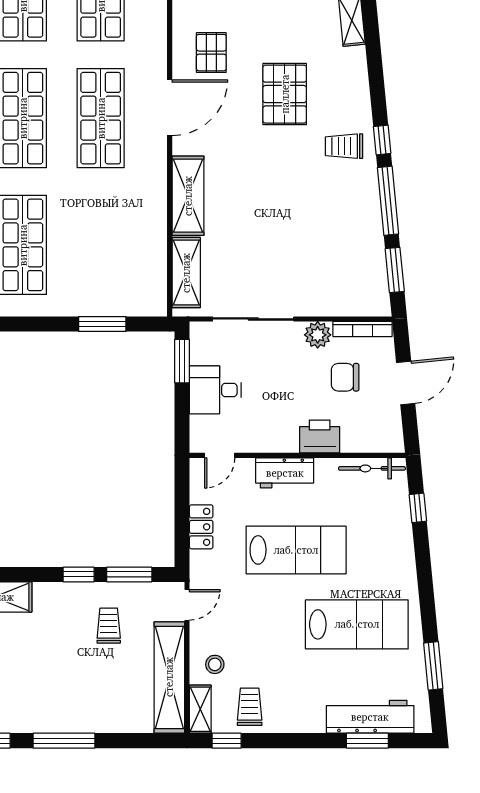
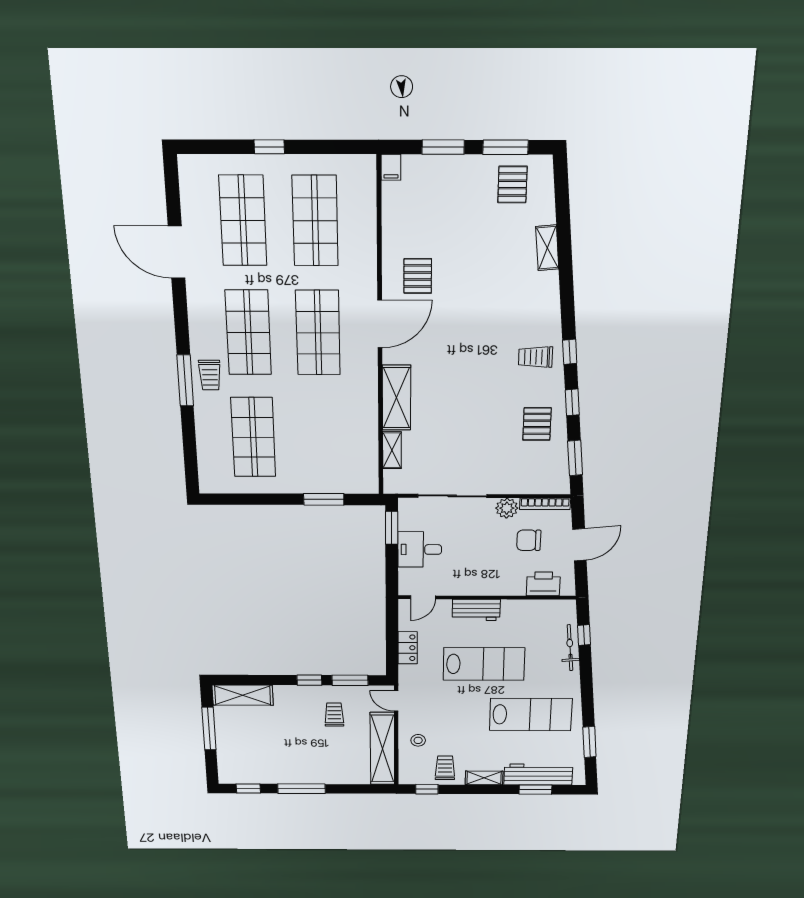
pallet: (285, 94) -> (537, 424), moved, width x0.67, depth x0.71
window: (388, 201) -> (572, 402), width x0.46
shelving: (186, 273) -> (392, 450), width x0.67, depth x0.75
printer: (320, 436) -> (543, 584), moved
bicycle: (372, 468) -> (570, 648), moved, turned 84
door: (187, 605) -> (396, 701), swing flipped
shelving: (200, 709) -> (484, 778), moved, turned 90

